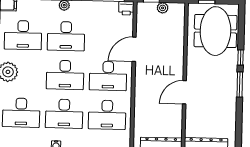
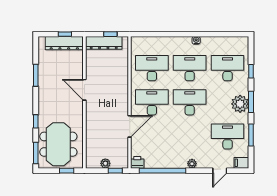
window: (241, 22) -> (36, 153), added
desk: (66, 36) -> (190, 137), removed
window: (240, 85) -> (36, 75), moved
door: (184, 92) -> (84, 90), swing flipped

